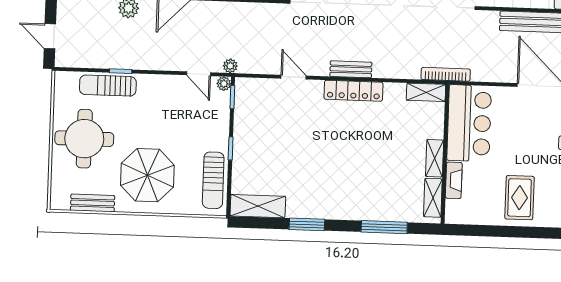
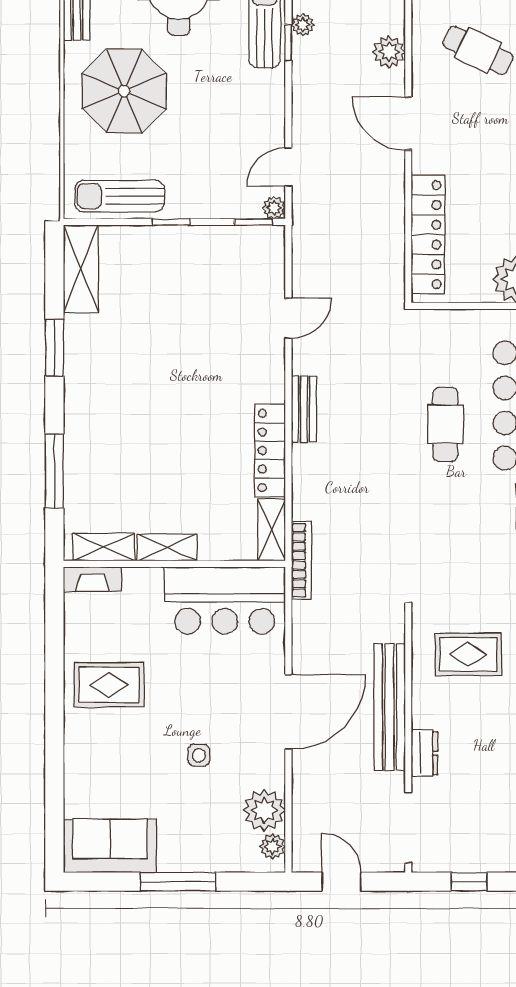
plant: (230, 66) -> (303, 25), moved
locker: (353, 91) -> (270, 450), moved
fireplace: (454, 180) -> (92, 579), moved

